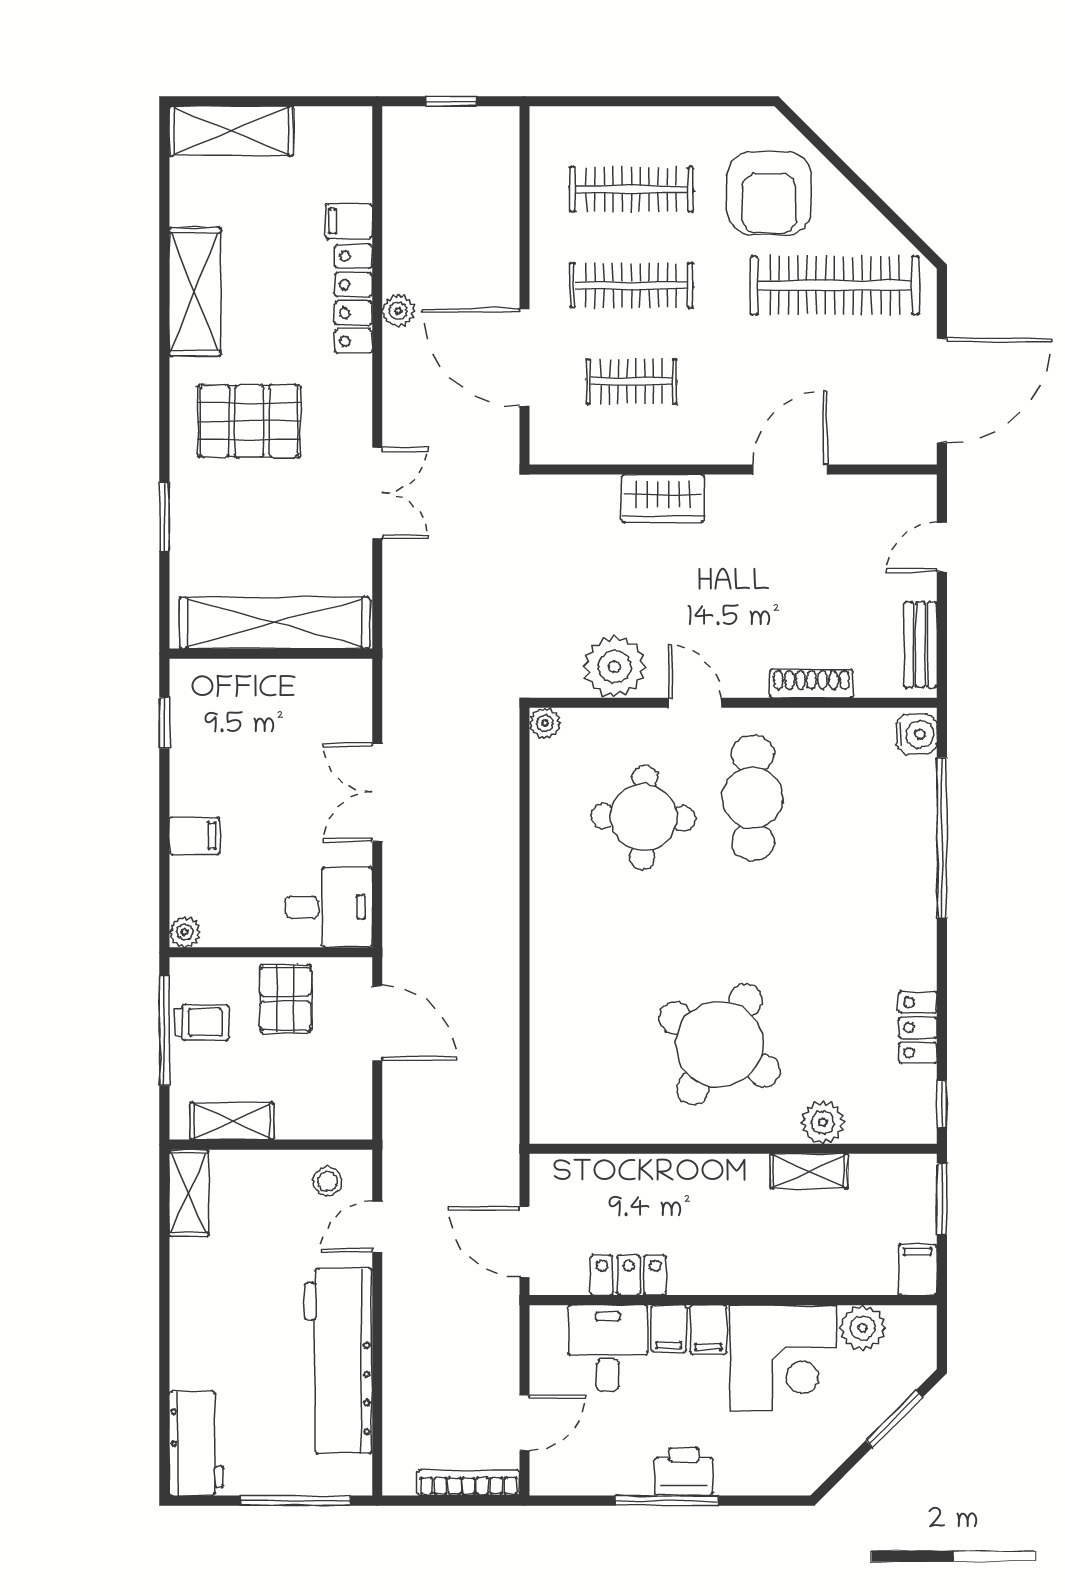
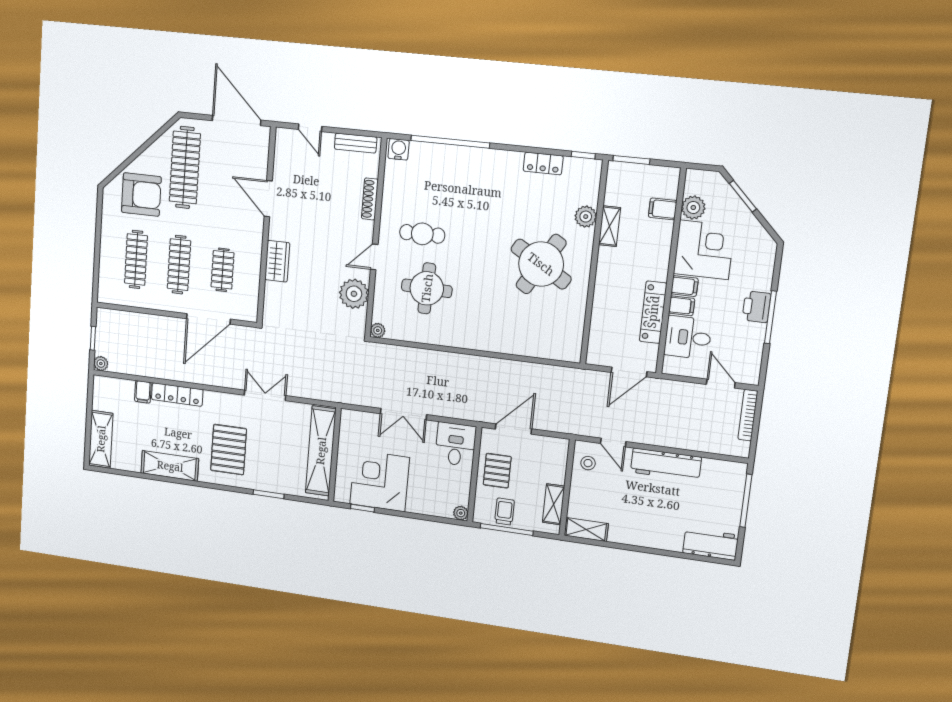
plant: (398, 311) -> (101, 364), moved
corner desk: (229, 755) -> (380, 481), added
cafe table: (753, 798) -> (422, 234), width x0.73, depth x0.74
filing cabinet: (194, 836) -> (416, 502), removed
pallet: (285, 999) -> (497, 471), turned 90
filing cabinet: (918, 1270) -> (663, 209), moved
locker: (628, 1275) -> (653, 312), width x1.53
workbench: (338, 1361) -> (666, 465), width x0.73, depth x0.76

